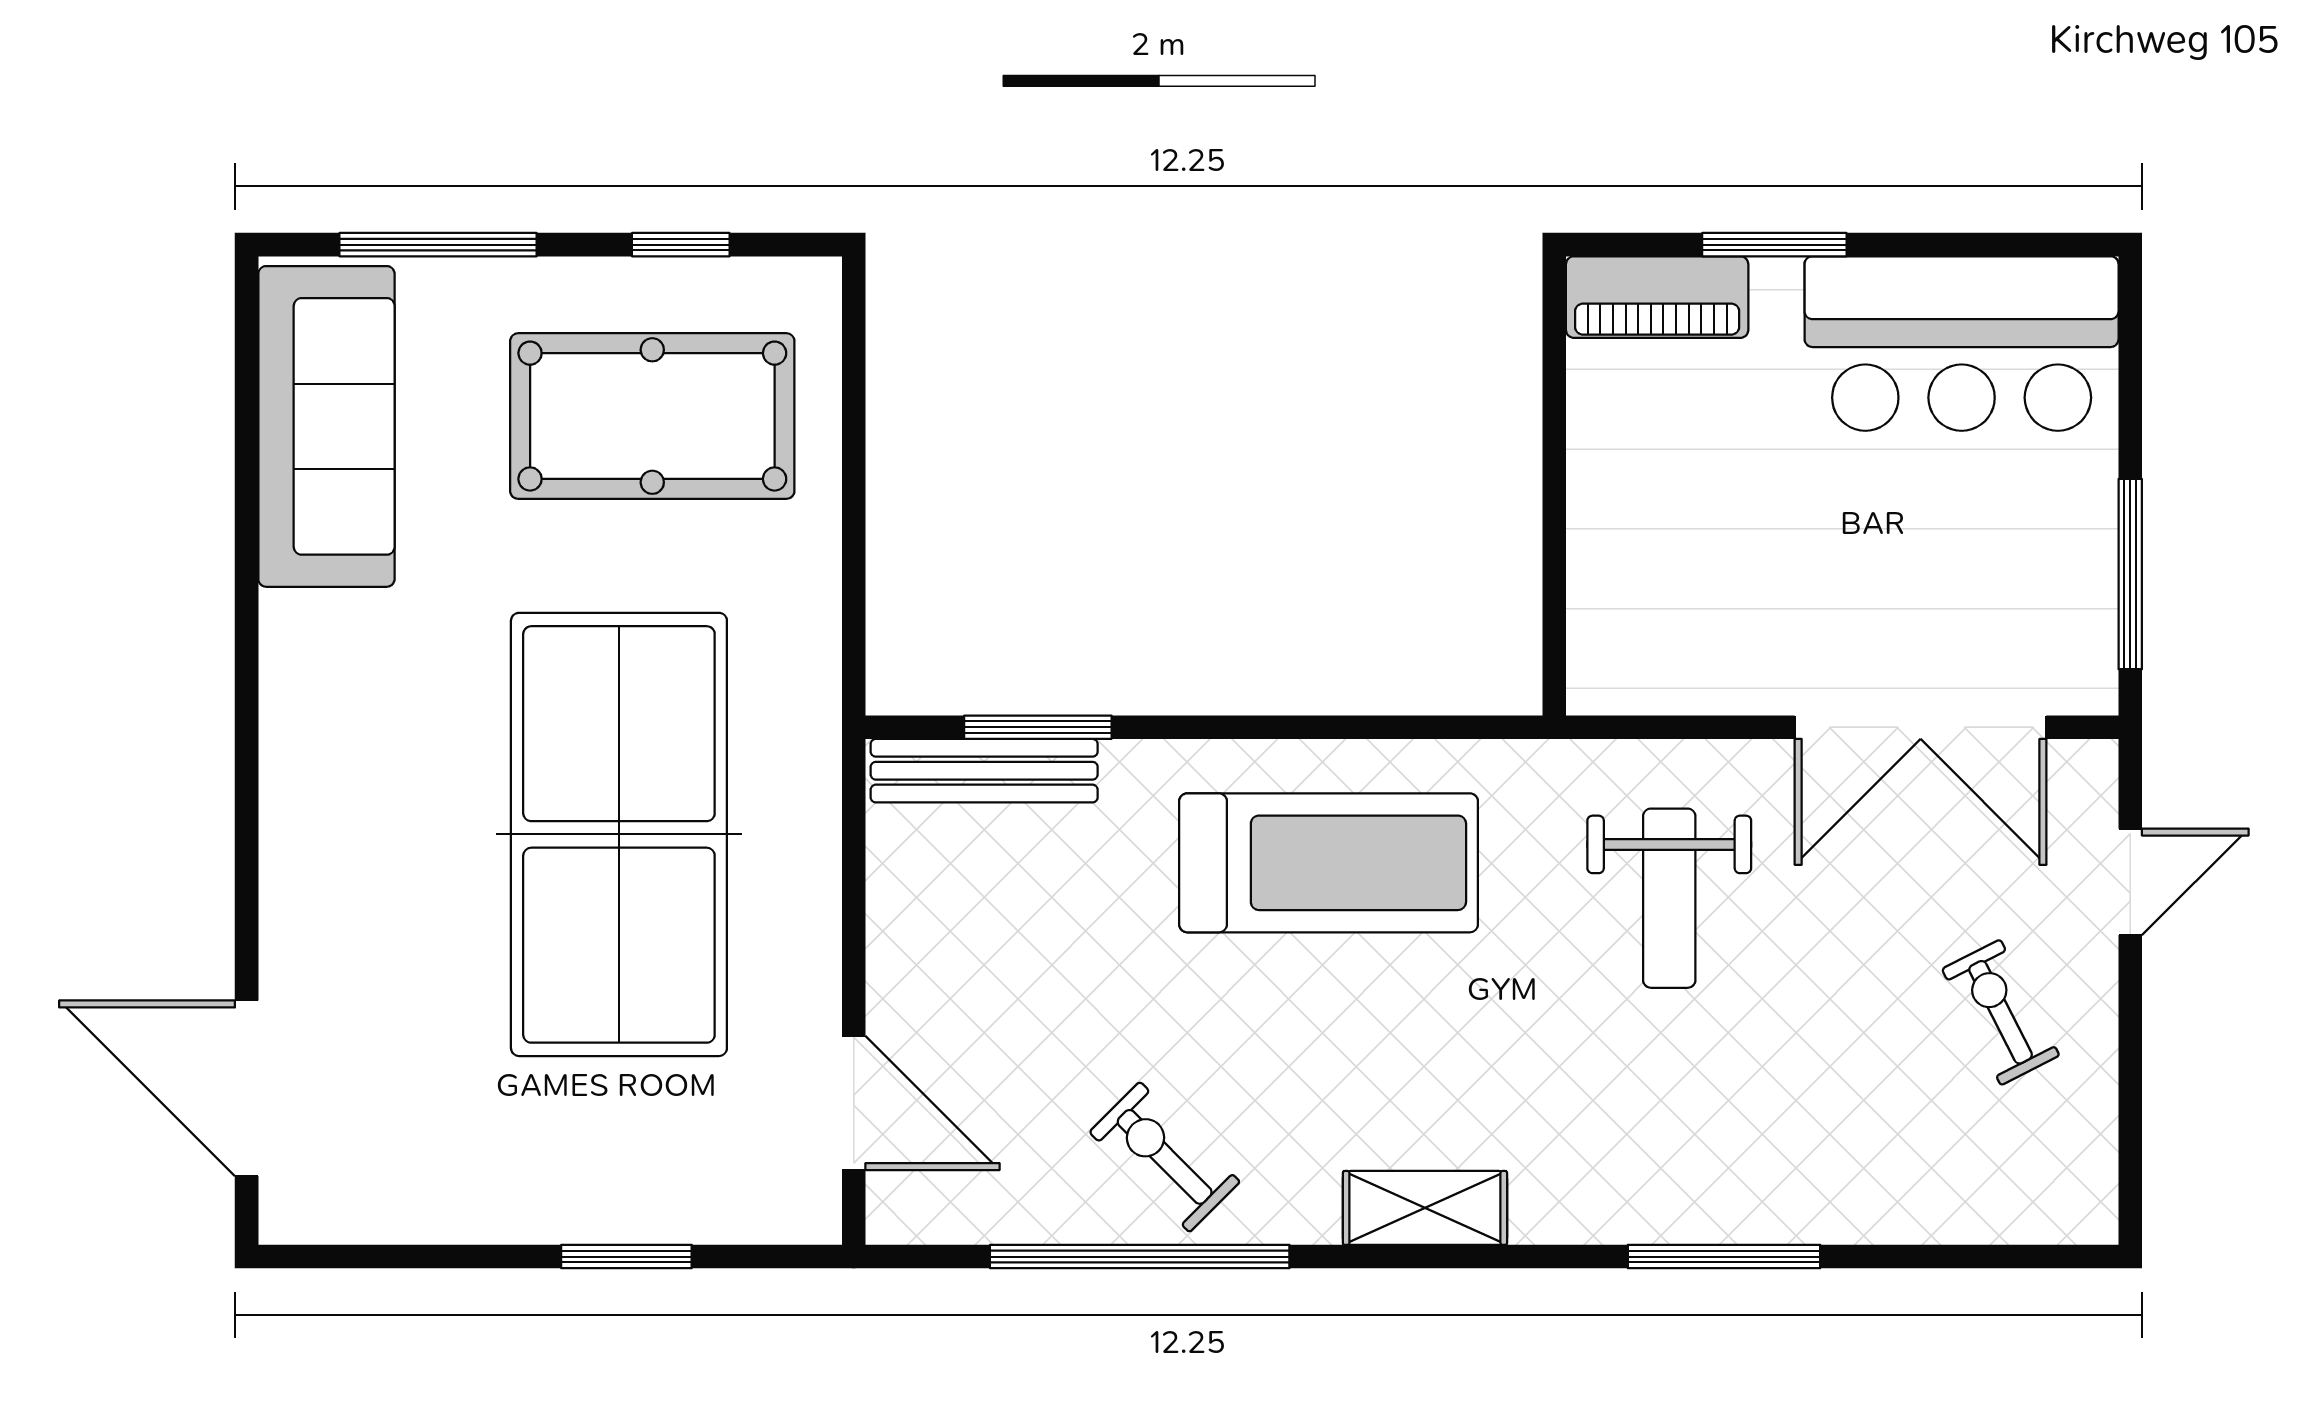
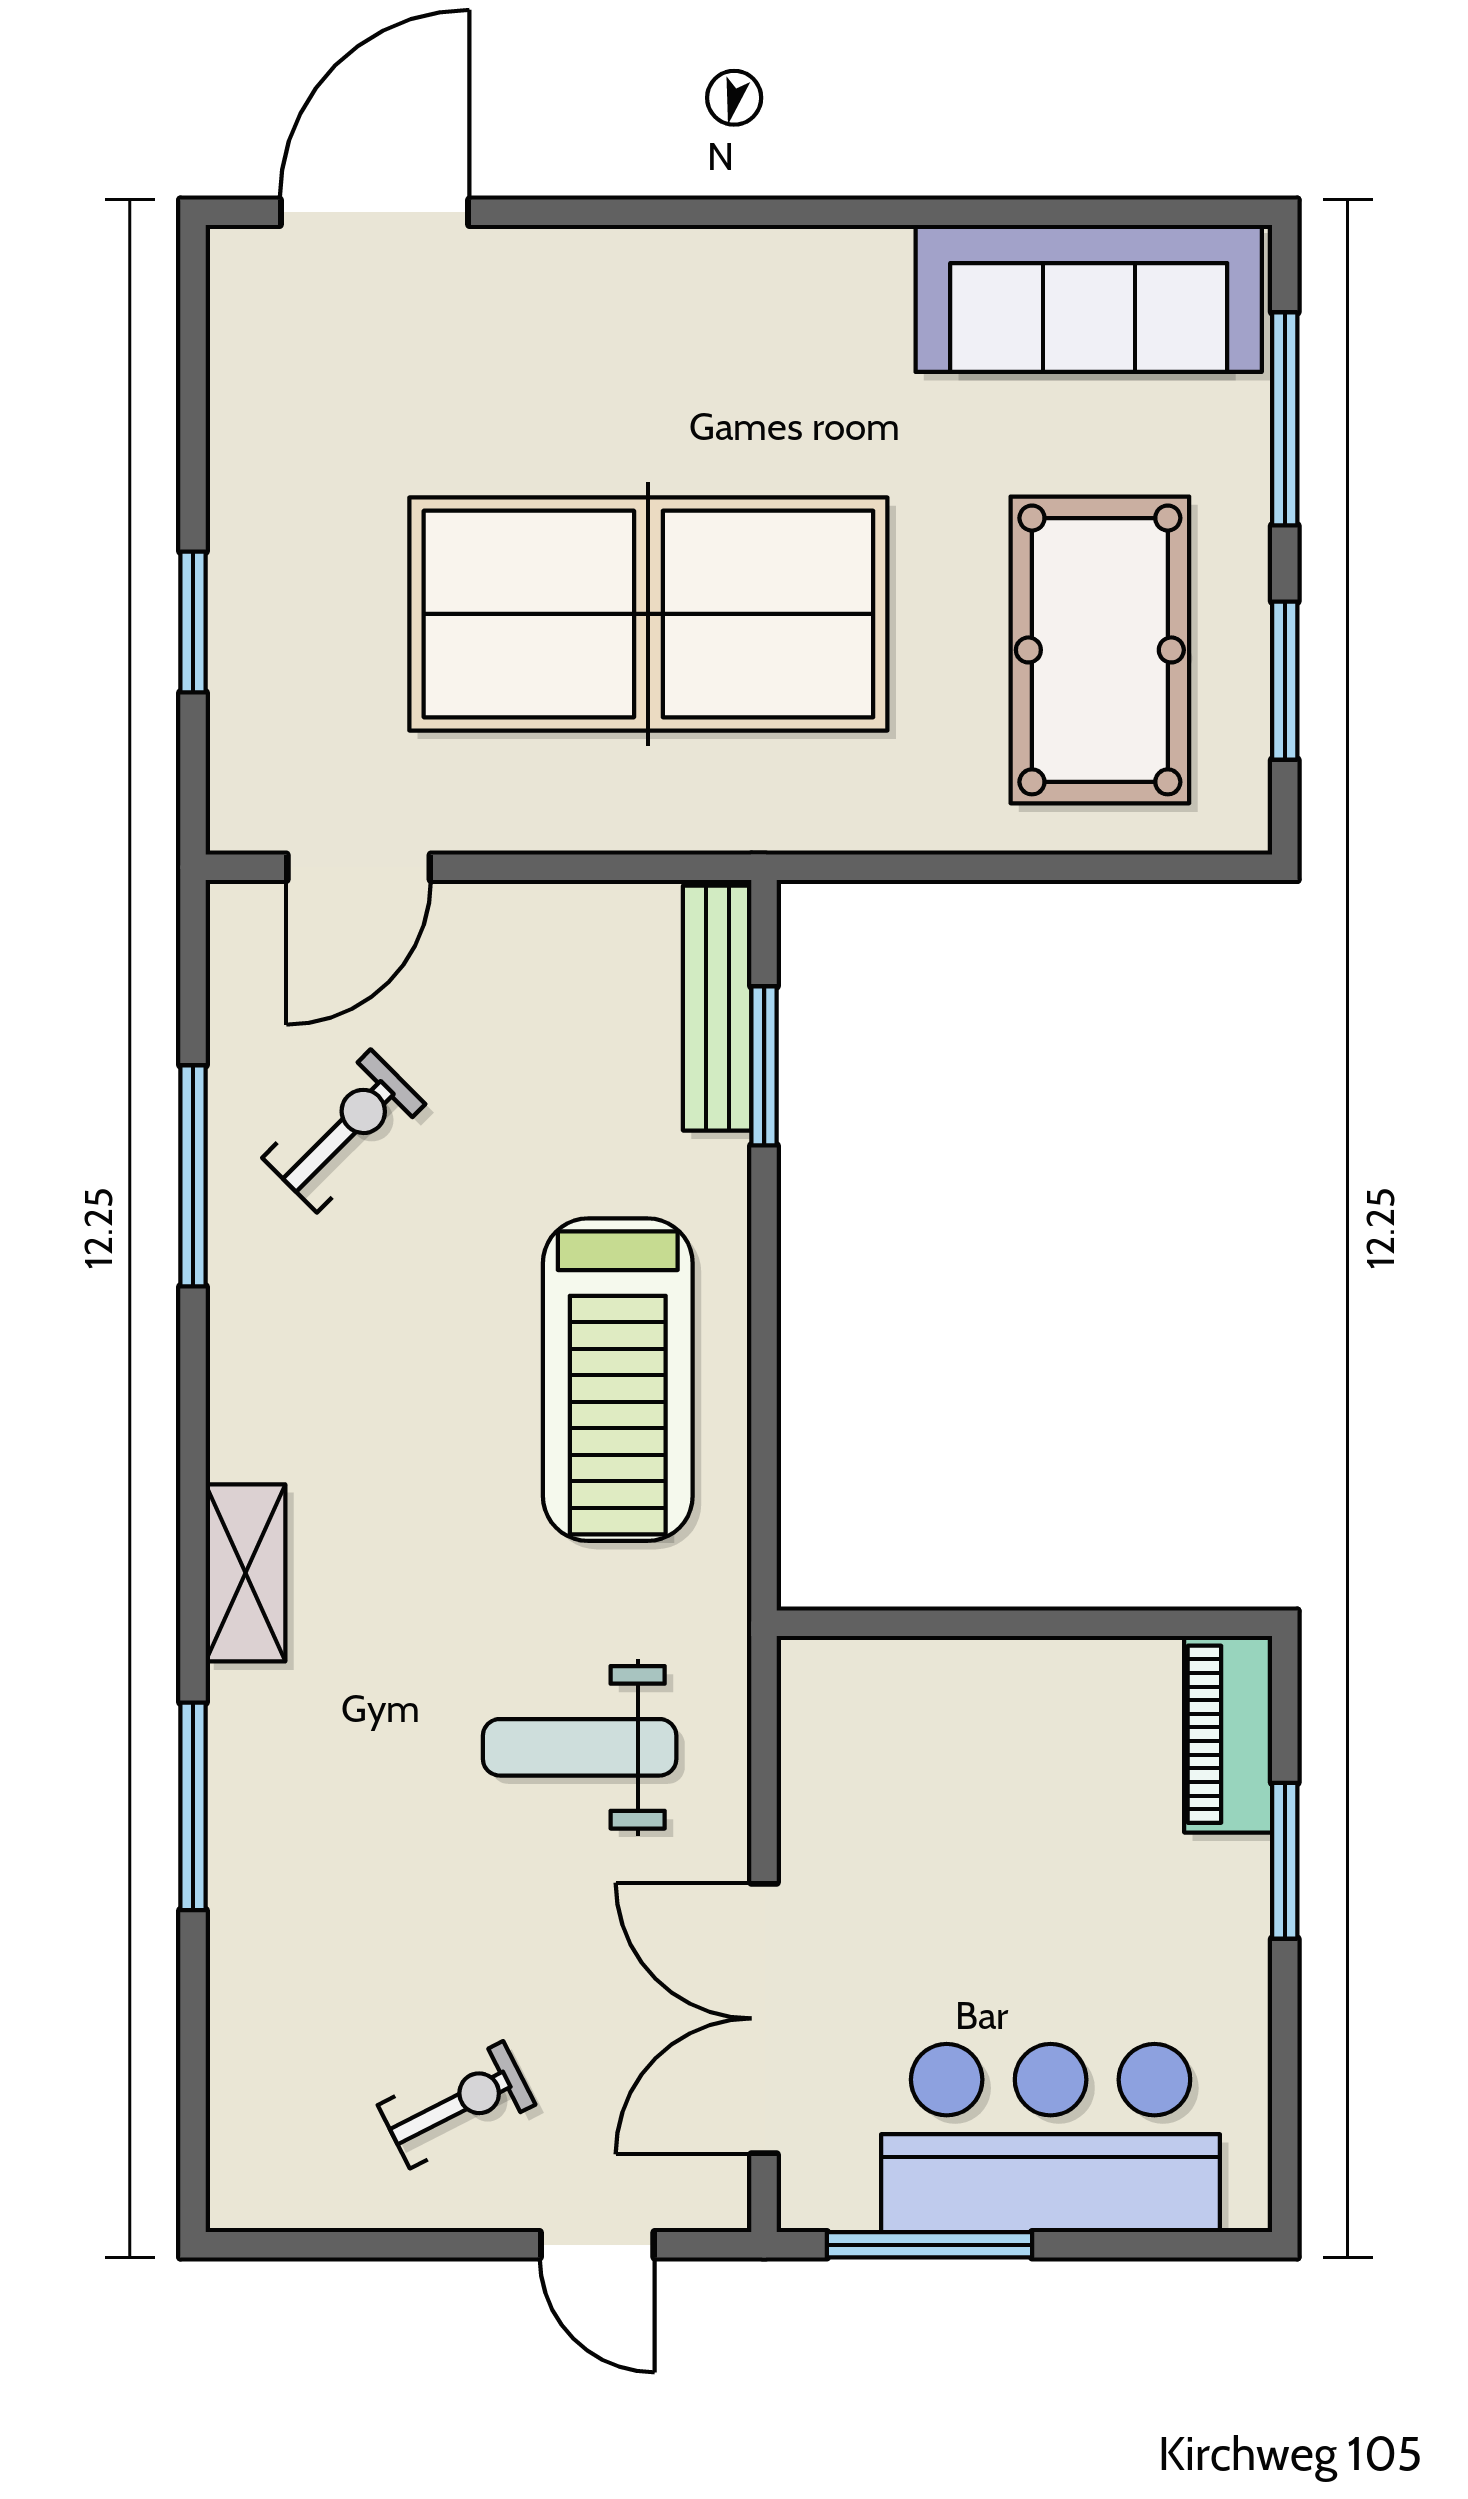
window: (681, 245) -> (1285, 681), width x1.50
bar counter: (1962, 344) -> (1051, 2138), moved, turned 90
exercise bike: (1165, 1157) -> (344, 1131), moved
shelving: (1425, 1208) -> (245, 1573), moved
window: (1140, 1257) -> (193, 1176), width x0.68

